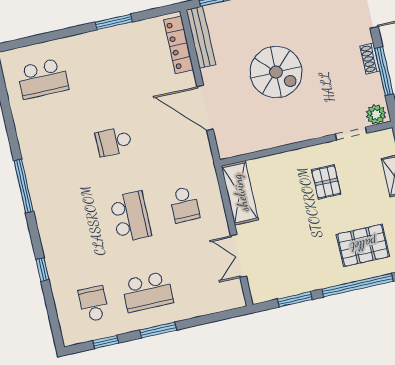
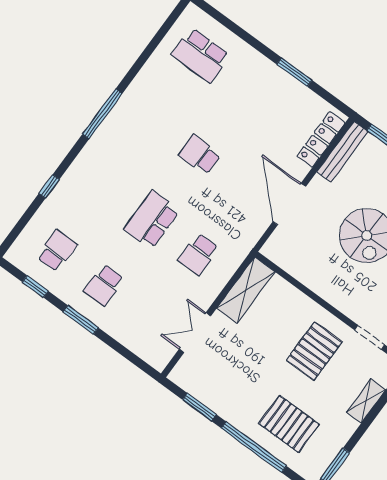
pallet: (326, 182) -> (314, 351), width x1.50, depth x1.42
school desk: (131, 217) -> (152, 220), turned 180
school desk: (148, 292) -> (104, 285), width x0.54

